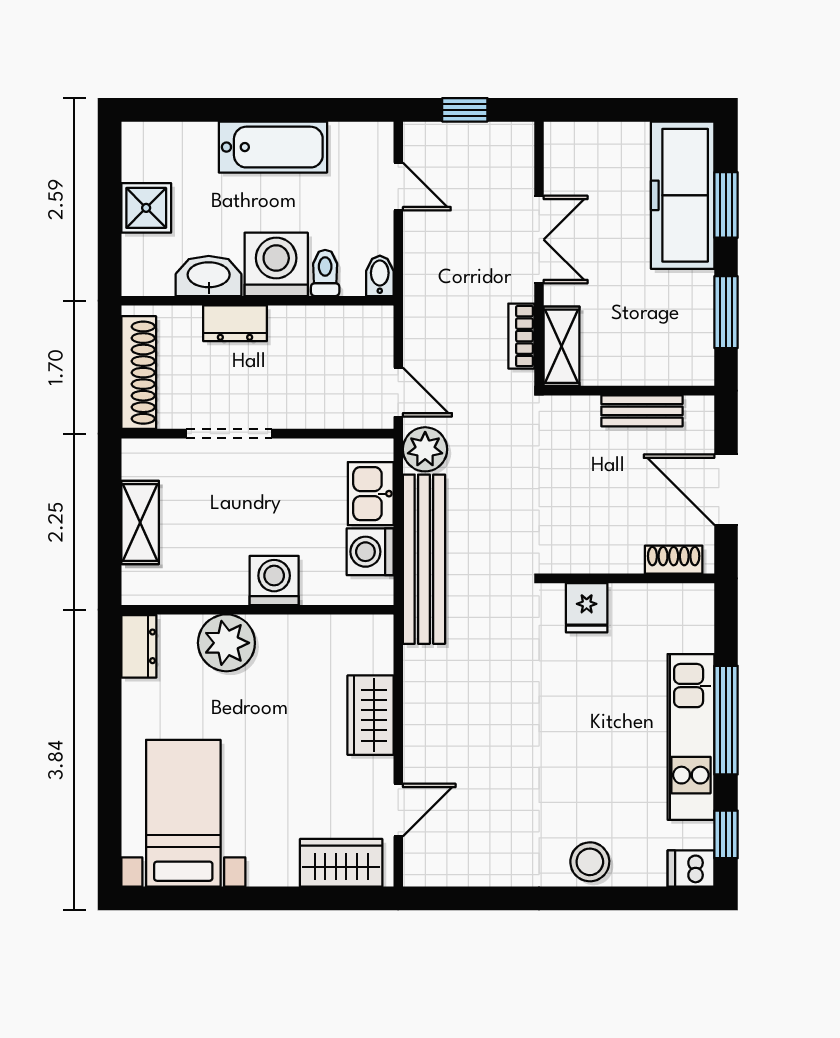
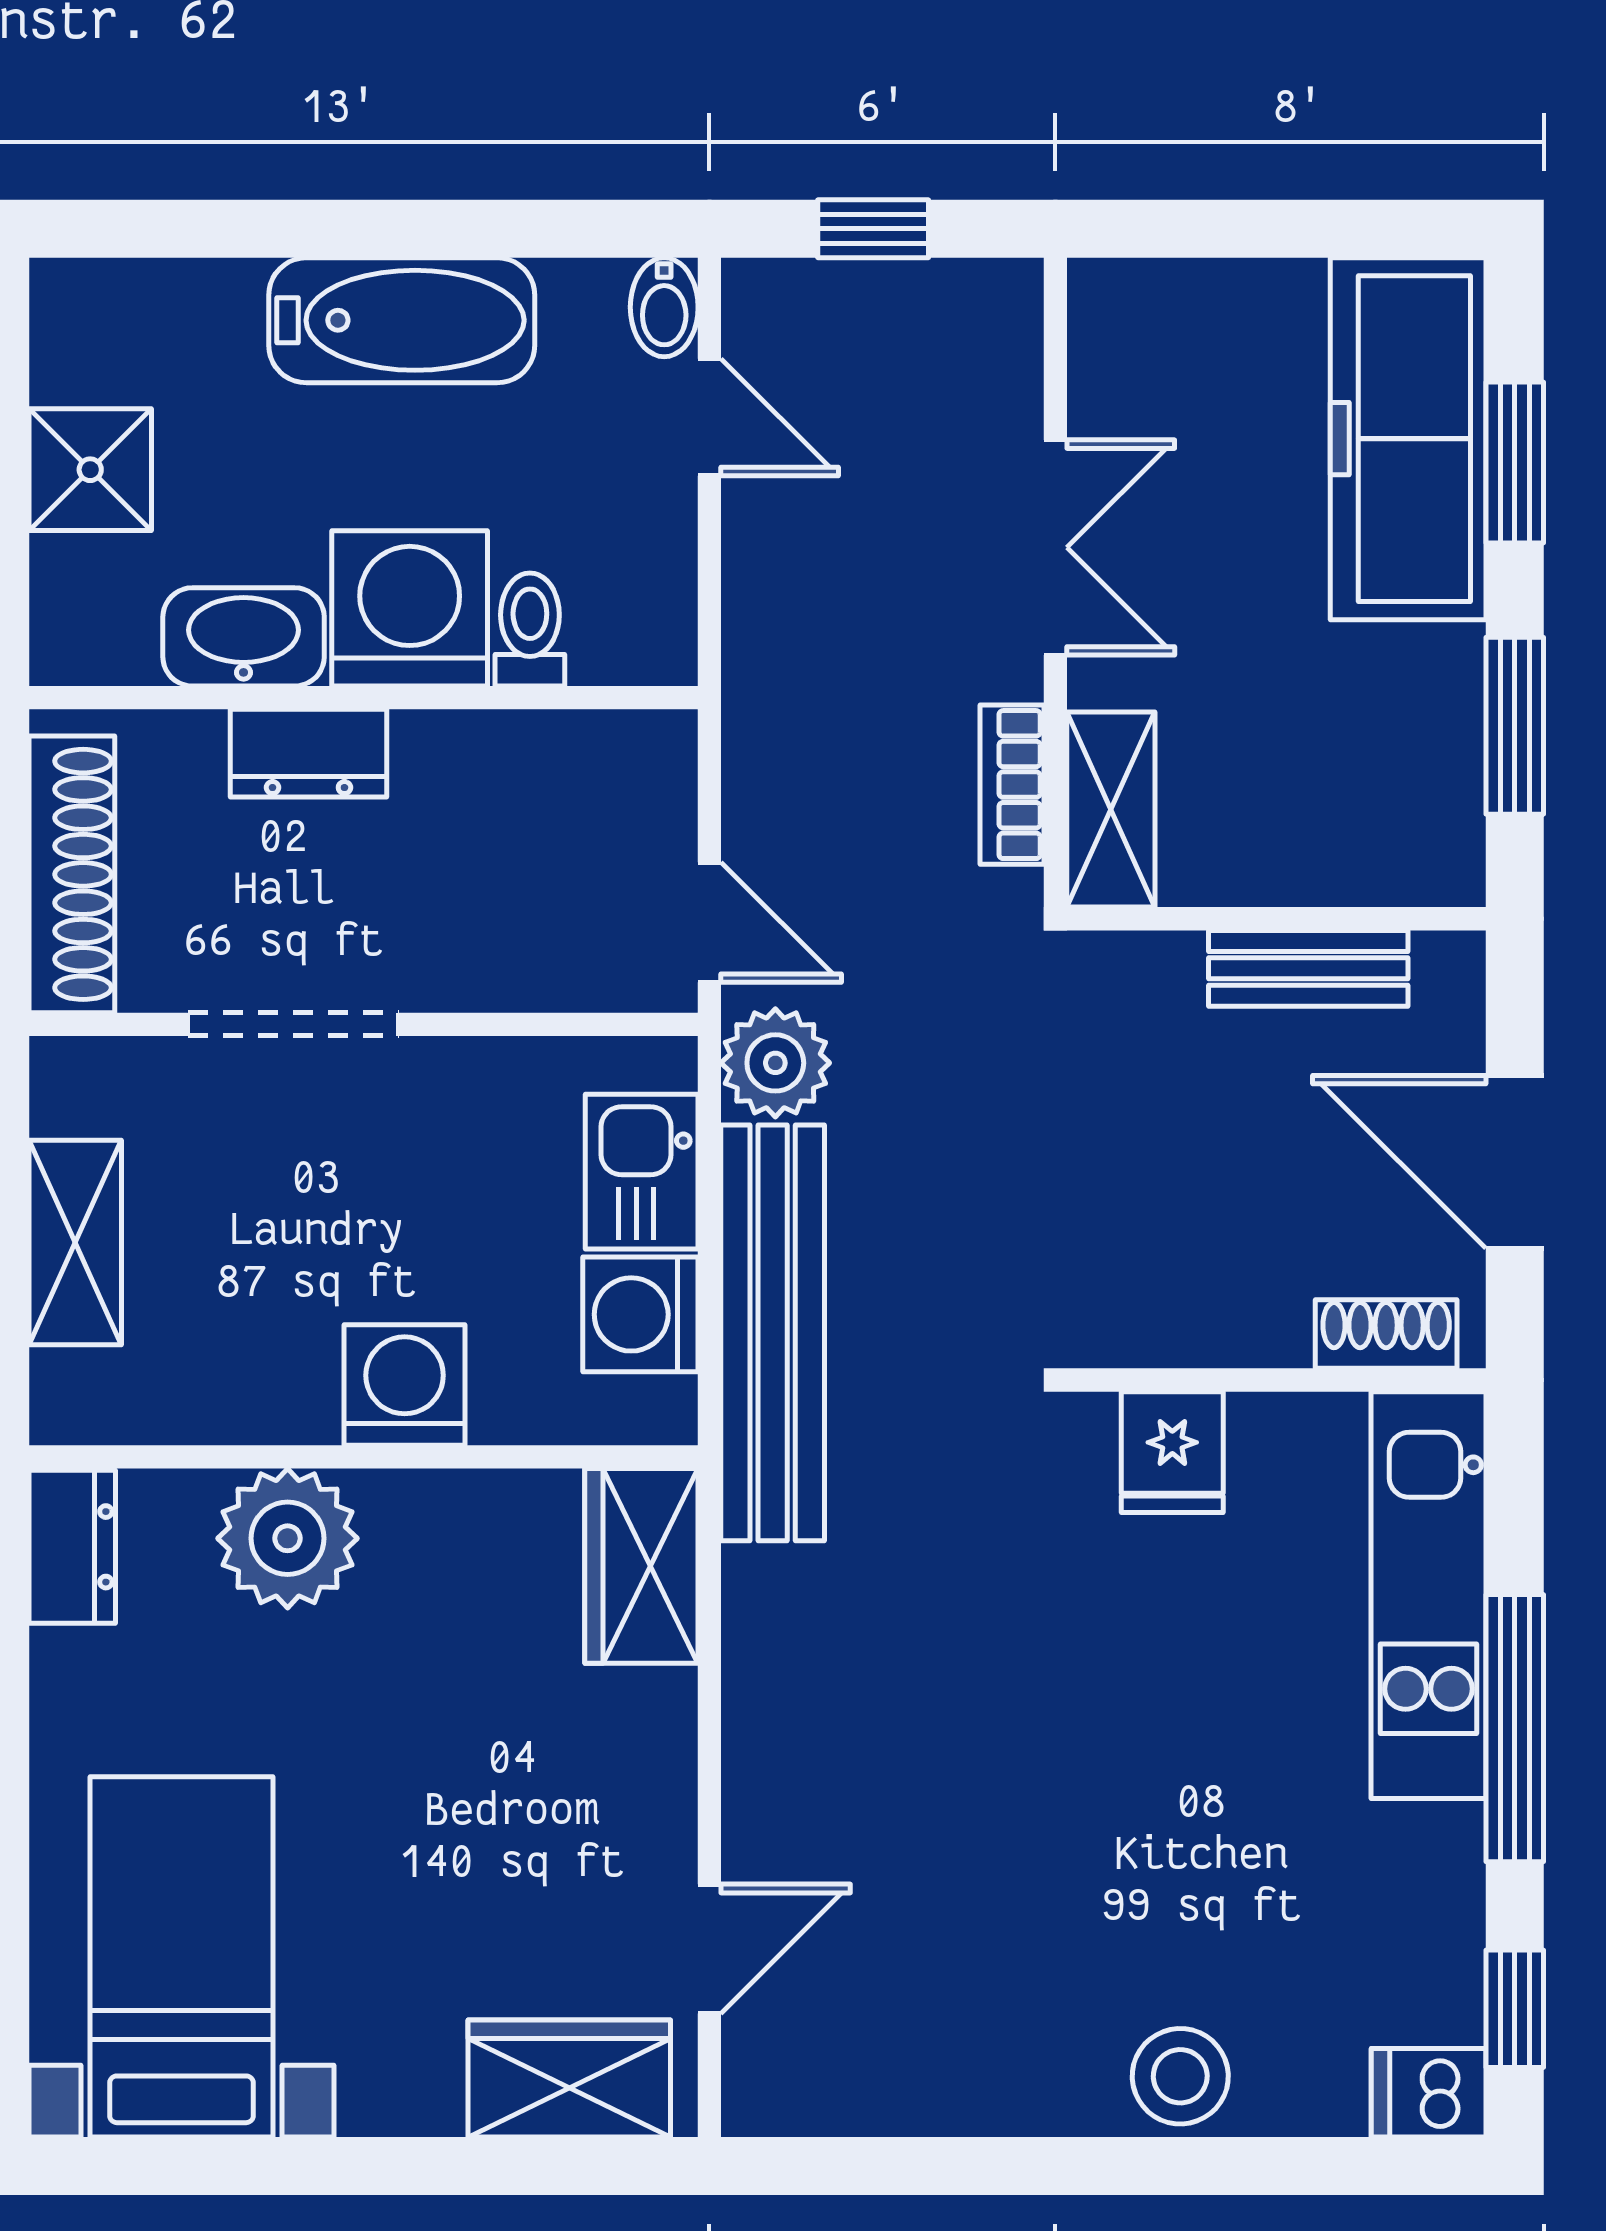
bidet: (380, 276) -> (664, 307), moved, turned 180
wardrobe: (370, 715) -> (641, 1566), moved
kitchen unit: (691, 737) -> (1429, 1595), moved

